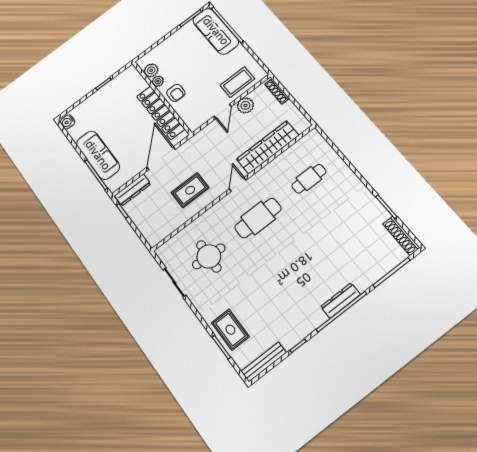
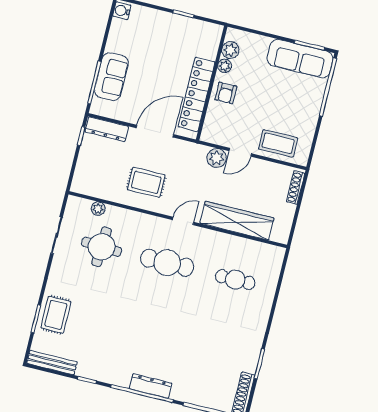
sofa: (216, 31) -> (300, 59), moved, turned -90
plant: (245, 105) -> (217, 158), moved
sofa: (98, 155) -> (111, 77), width x0.73
plant: (180, 238) -> (98, 209), added

